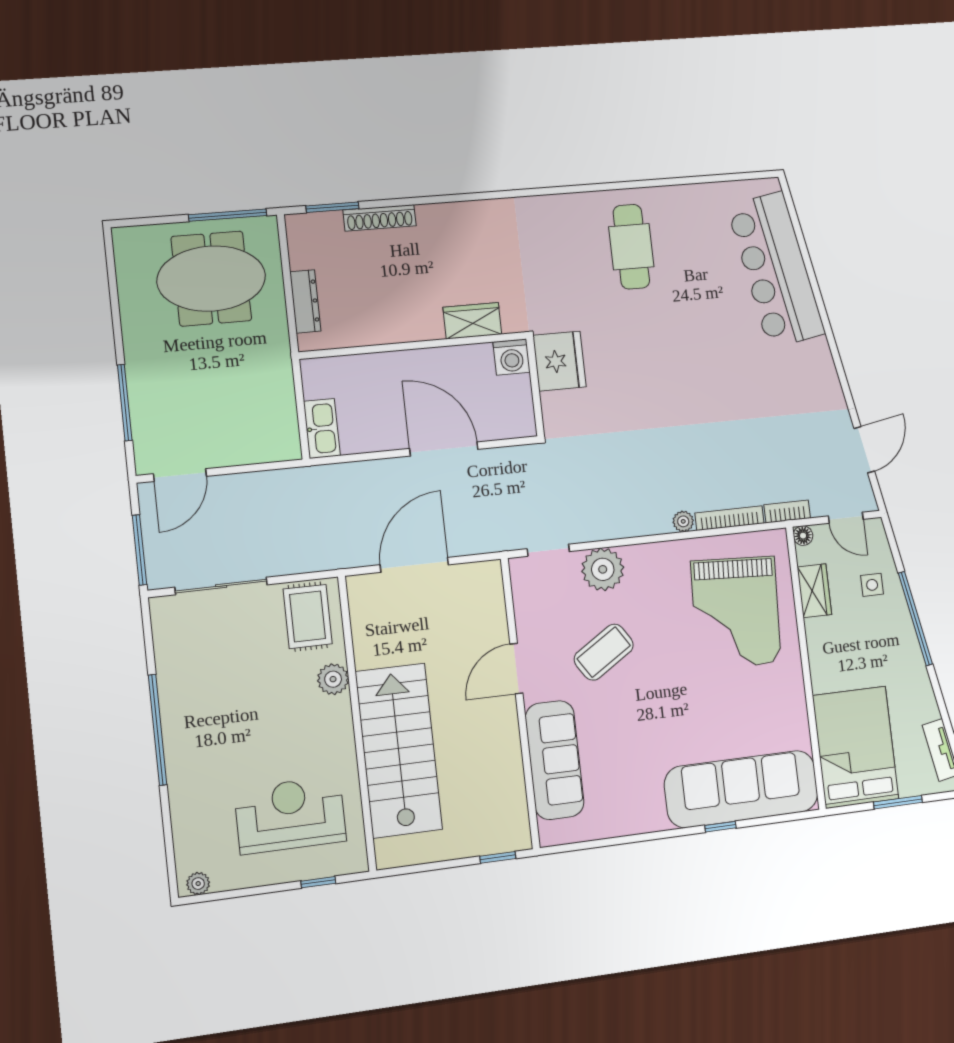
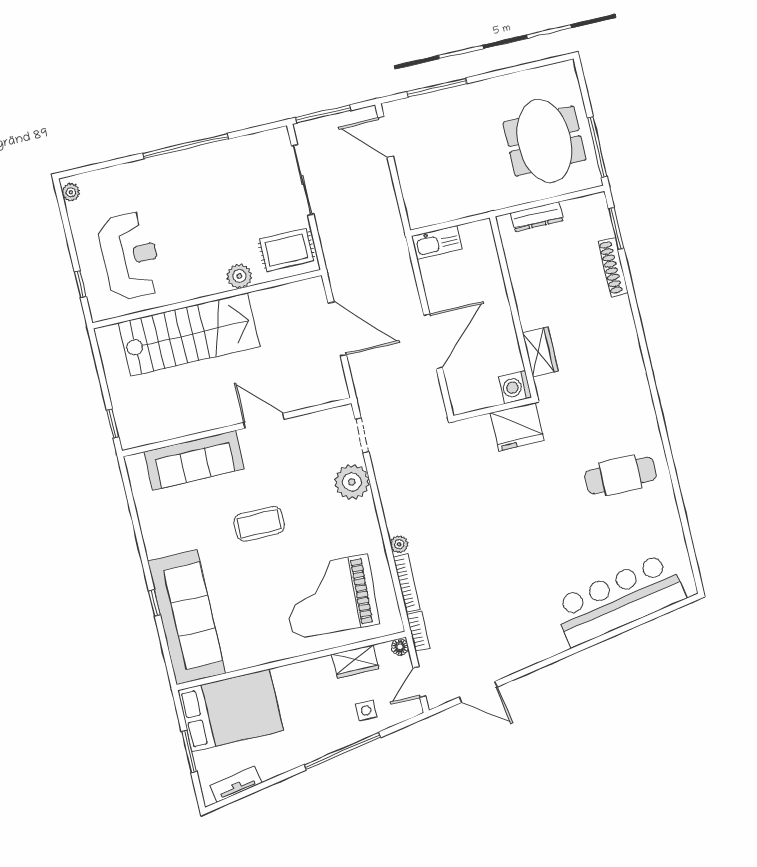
coffee table: (604, 652) -> (259, 524), moved, turned -57

